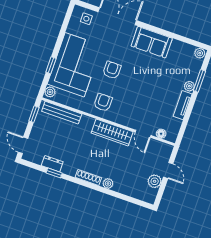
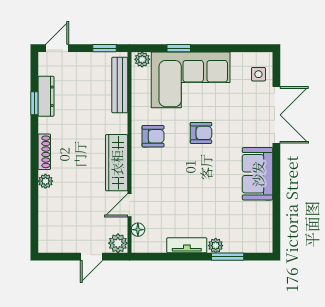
plant: (200, 53) -> (265, 244), removed
dresser: (52, 164) -> (46, 96), width x1.44
plant: (155, 181) -> (118, 243), moved

